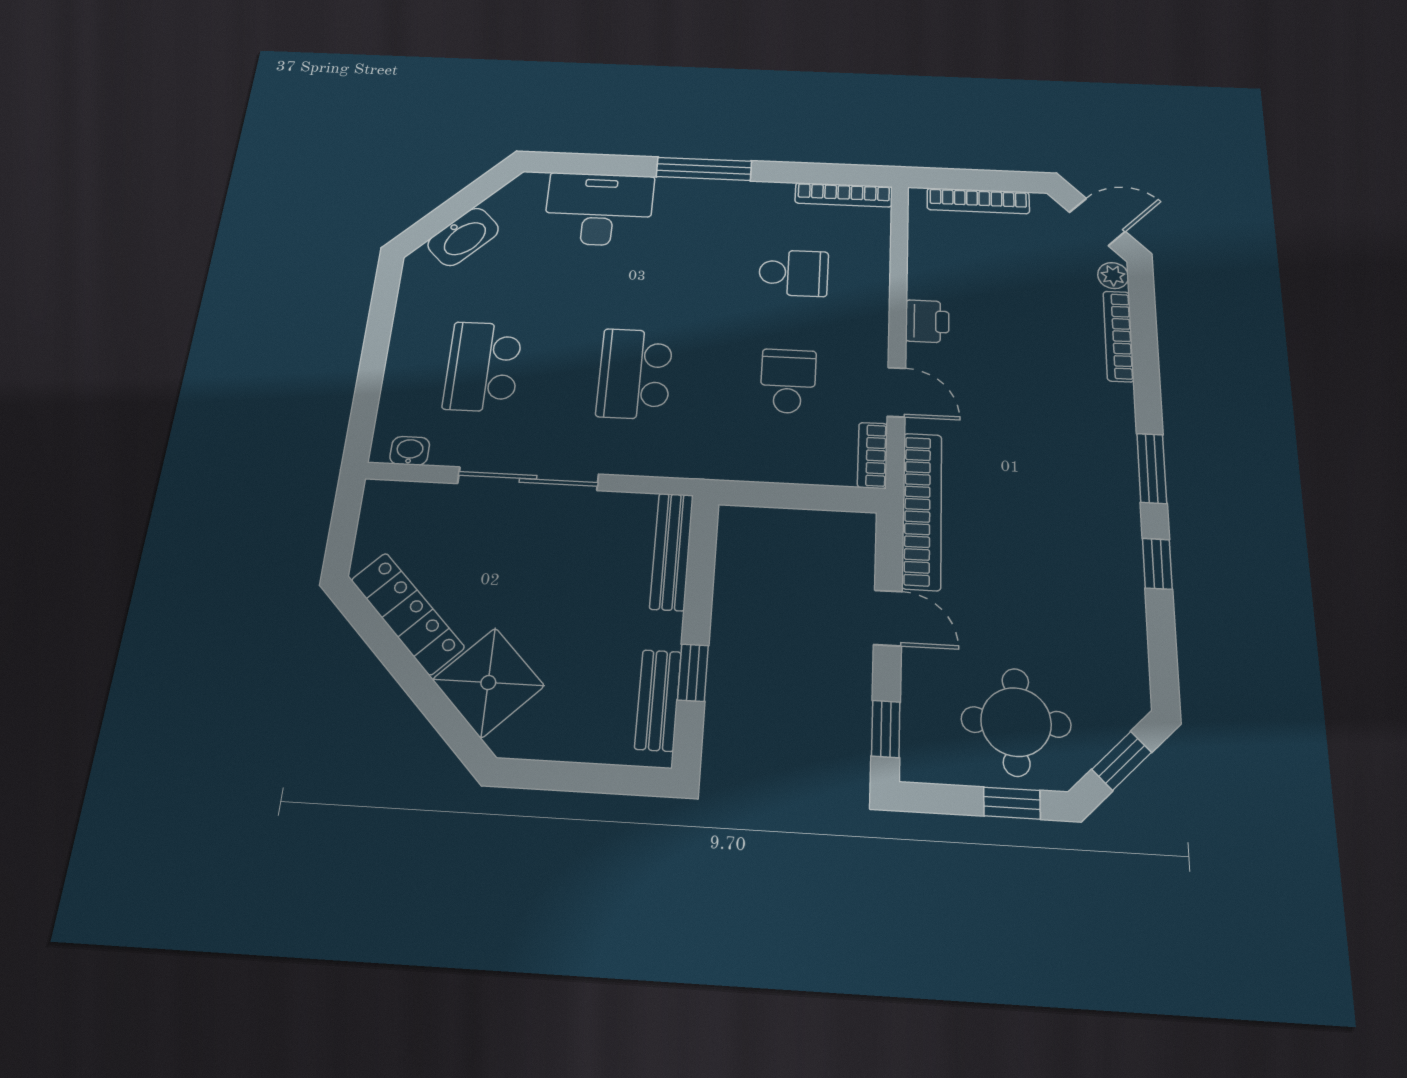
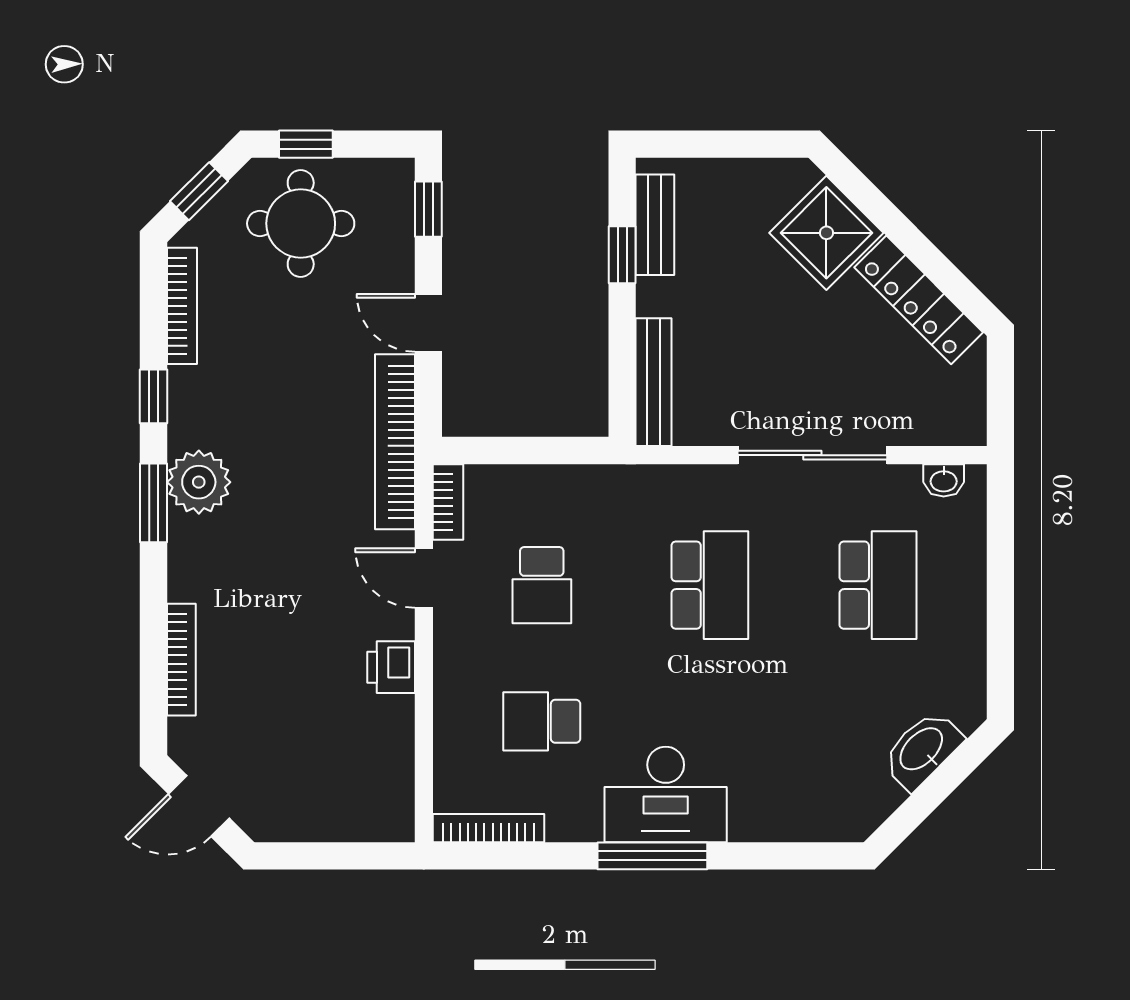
bookcase: (978, 201) -> (182, 306), moved, turned 90
desk: (599, 209) -> (666, 794), moved
plant: (1113, 276) -> (199, 482), moved, width x1.88, depth x1.88

